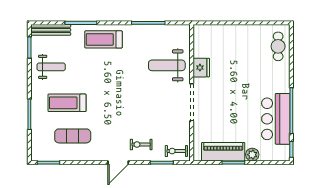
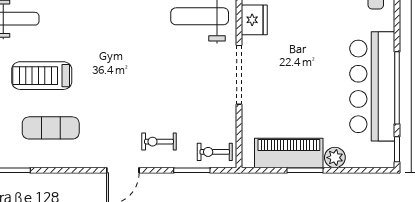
bar counter: (276, 119) -> (372, 86), width x1.36

